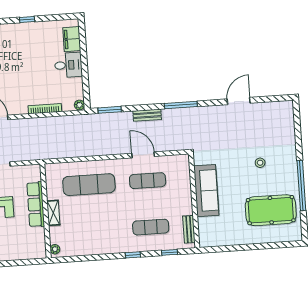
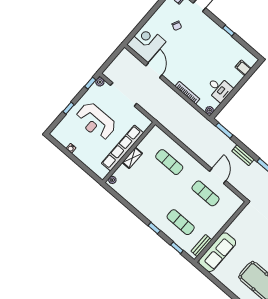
filing cabinet: (72, 39) -> (243, 68), width x0.50
desk: (68, 65) -> (219, 89), moved
exercise mat: (89, 185) -> (169, 162), width x0.73, depth x0.69
sofa: (206, 191) -> (217, 252), moved
row of seats: (36, 204) -> (123, 148), width x1.36

